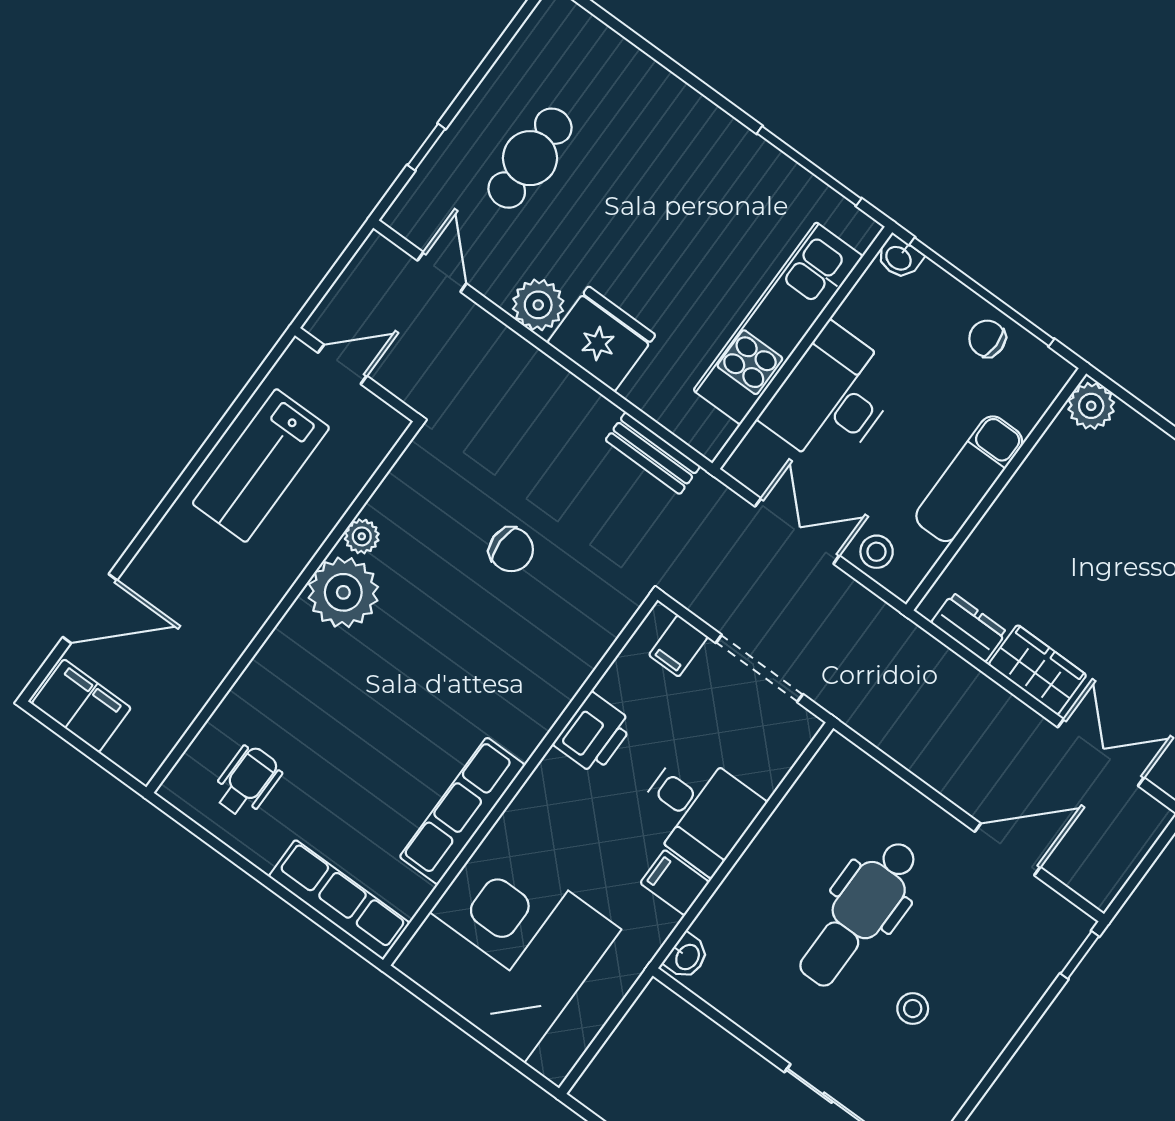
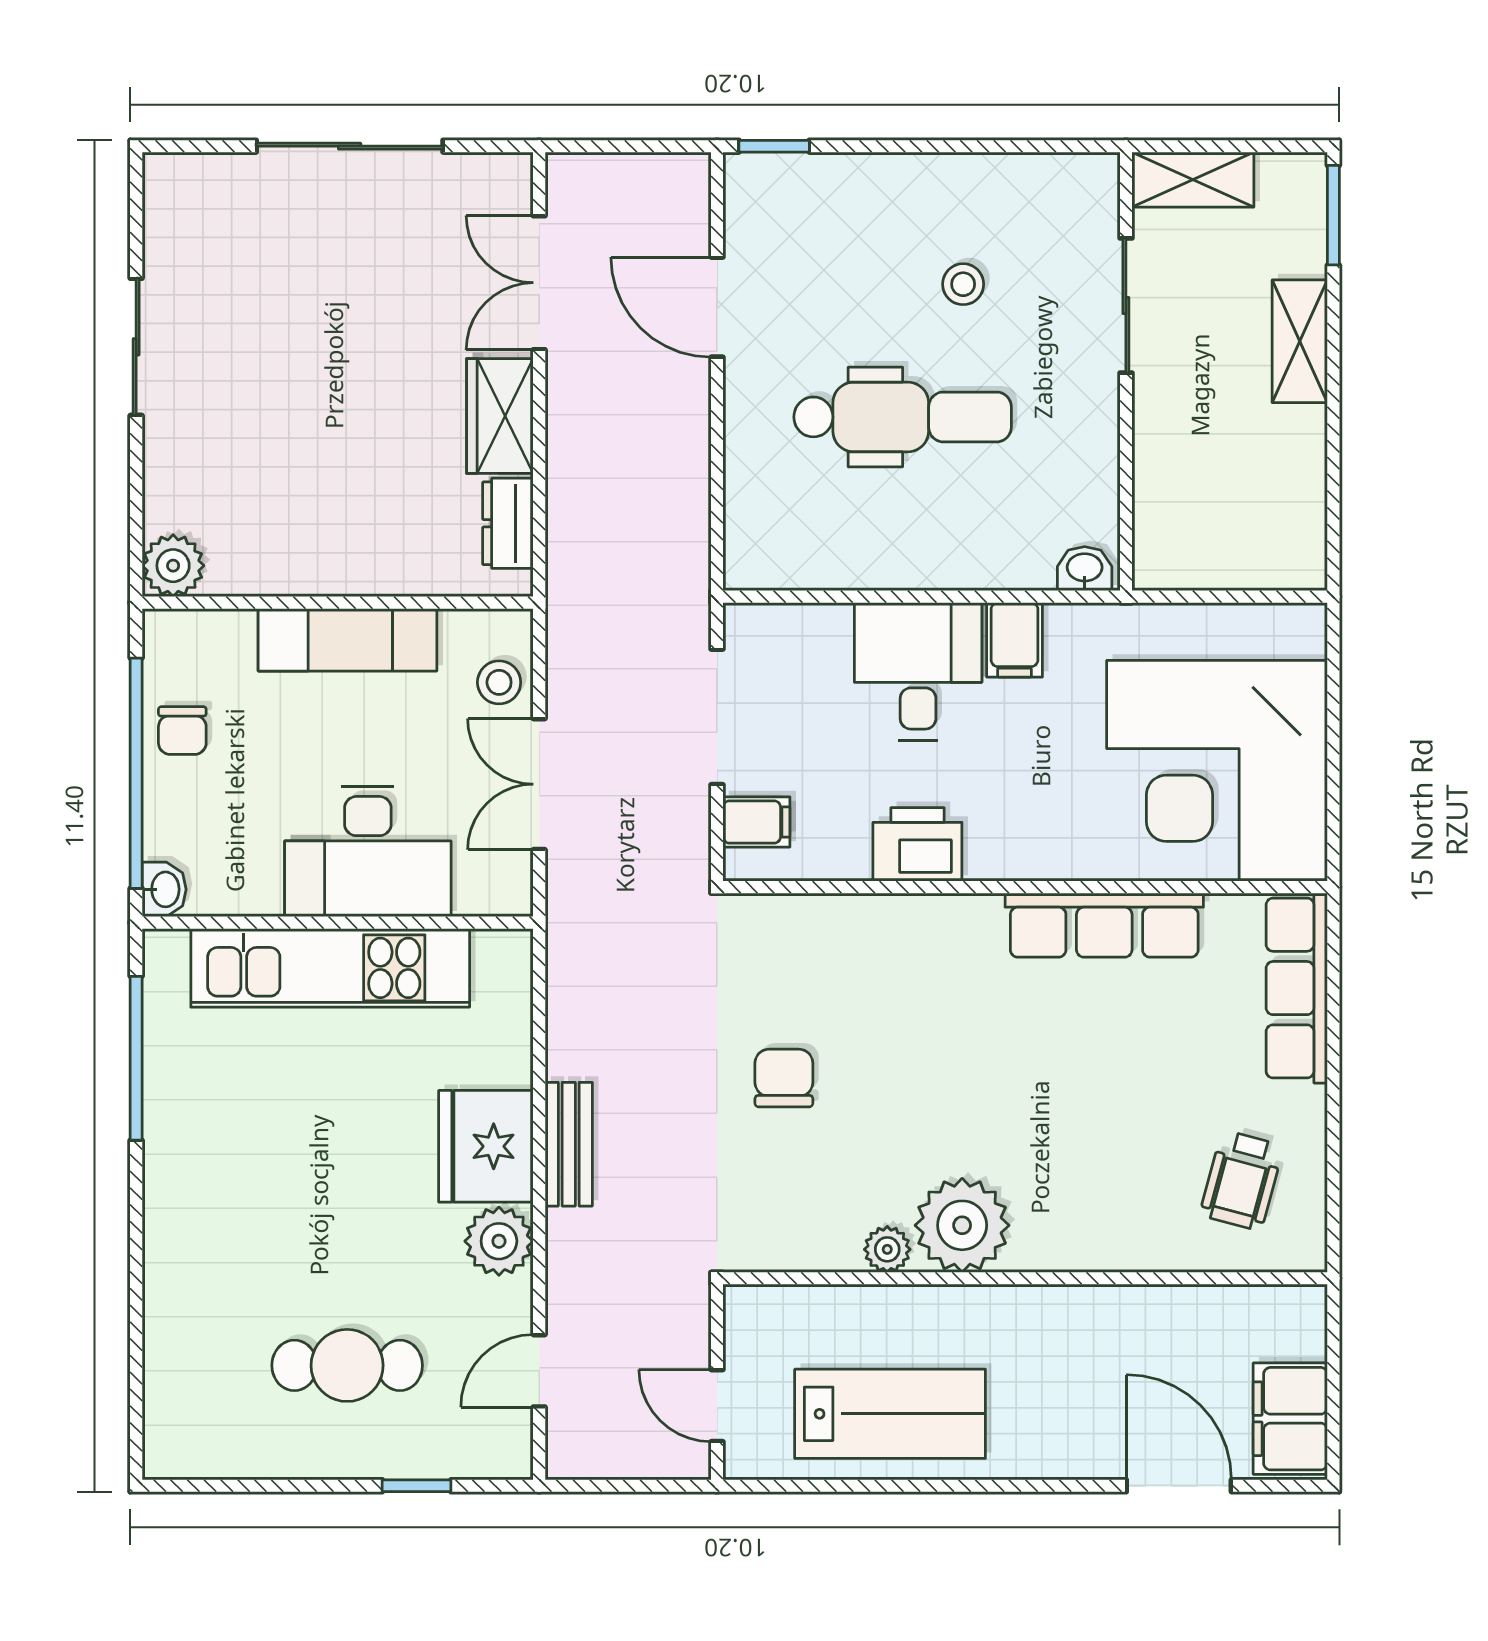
bench: (653, 453) -> (569, 1144), moved
wheelchair: (247, 781) -> (1242, 1180), turned -75

